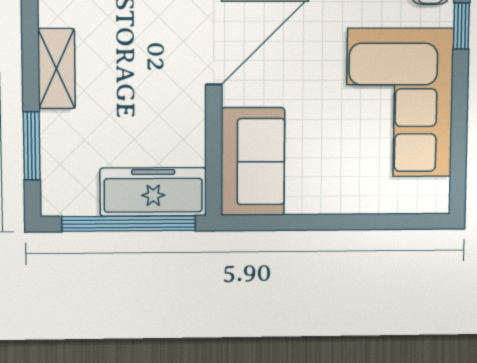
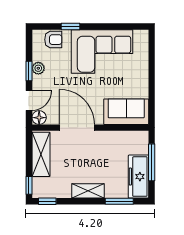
freezer: (153, 192) -> (138, 177), moved
window: (129, 224) -> (152, 162), width x0.68

